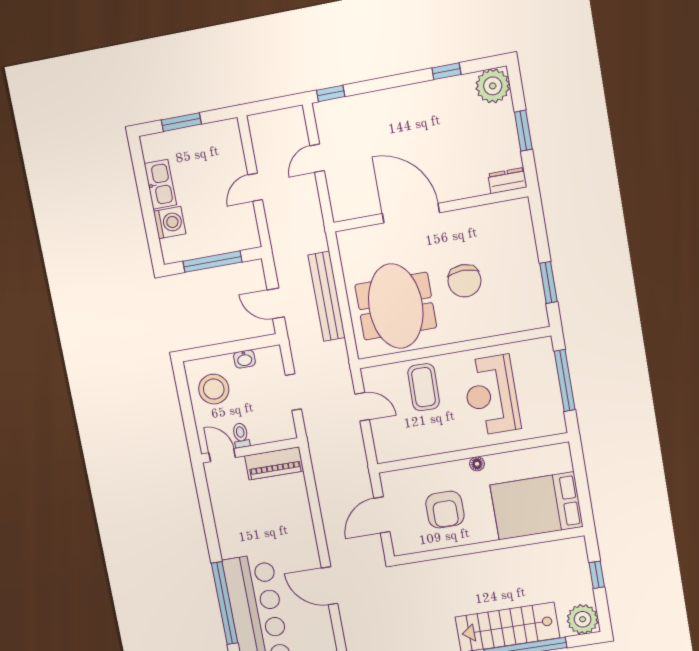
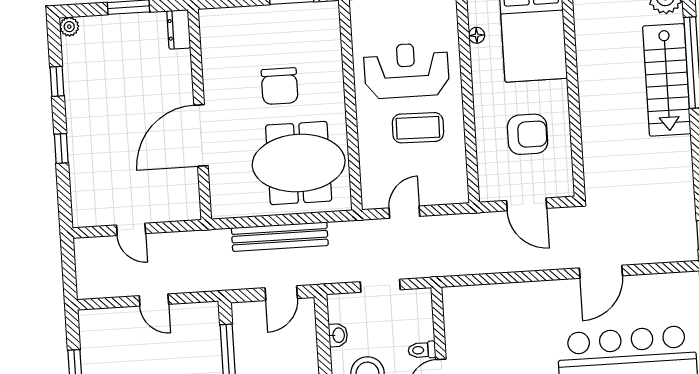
plant: (493, 86) -> (69, 27), width x0.53, depth x0.53
window: (331, 93) -> (61, 148), moved
chair: (465, 281) -> (280, 86), turned 90
coffee table: (424, 387) -> (418, 128), moved
reception desk: (491, 395) -> (406, 71), turned 180
piano: (274, 463) -> (457, 317), removed
floor lamp: (477, 464) -> (477, 35), moved

